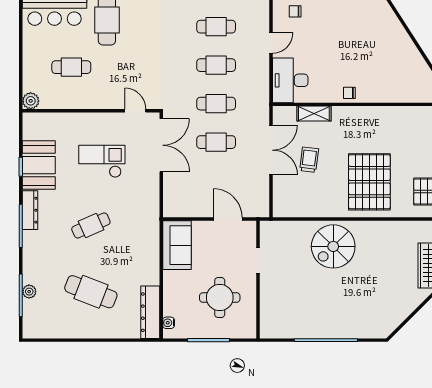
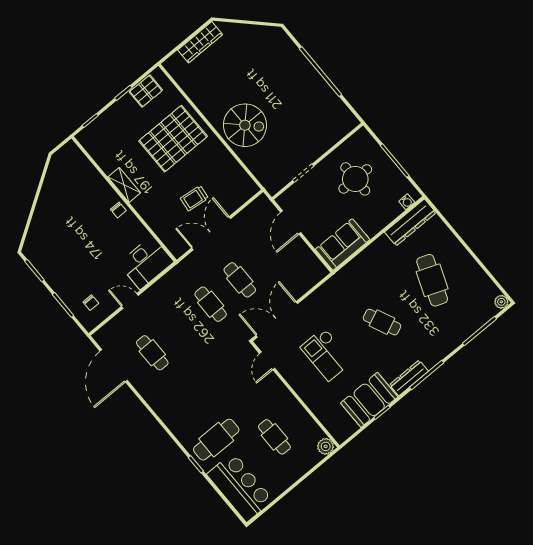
cafe table: (216, 65) -> (181, 328), removed
shelving: (314, 114) -> (124, 185), moved
plant: (29, 292) -> (501, 302), moved

